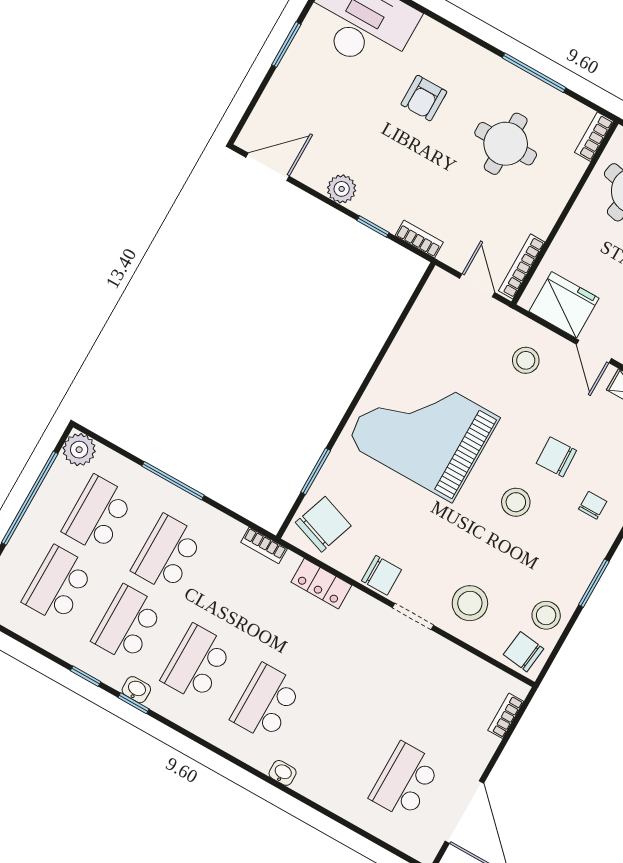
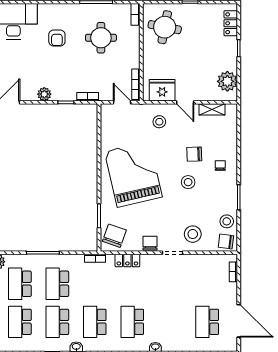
grand piano: (423, 430) -> (133, 174), turned 77
chair: (381, 575) -> (150, 243), turned -90

